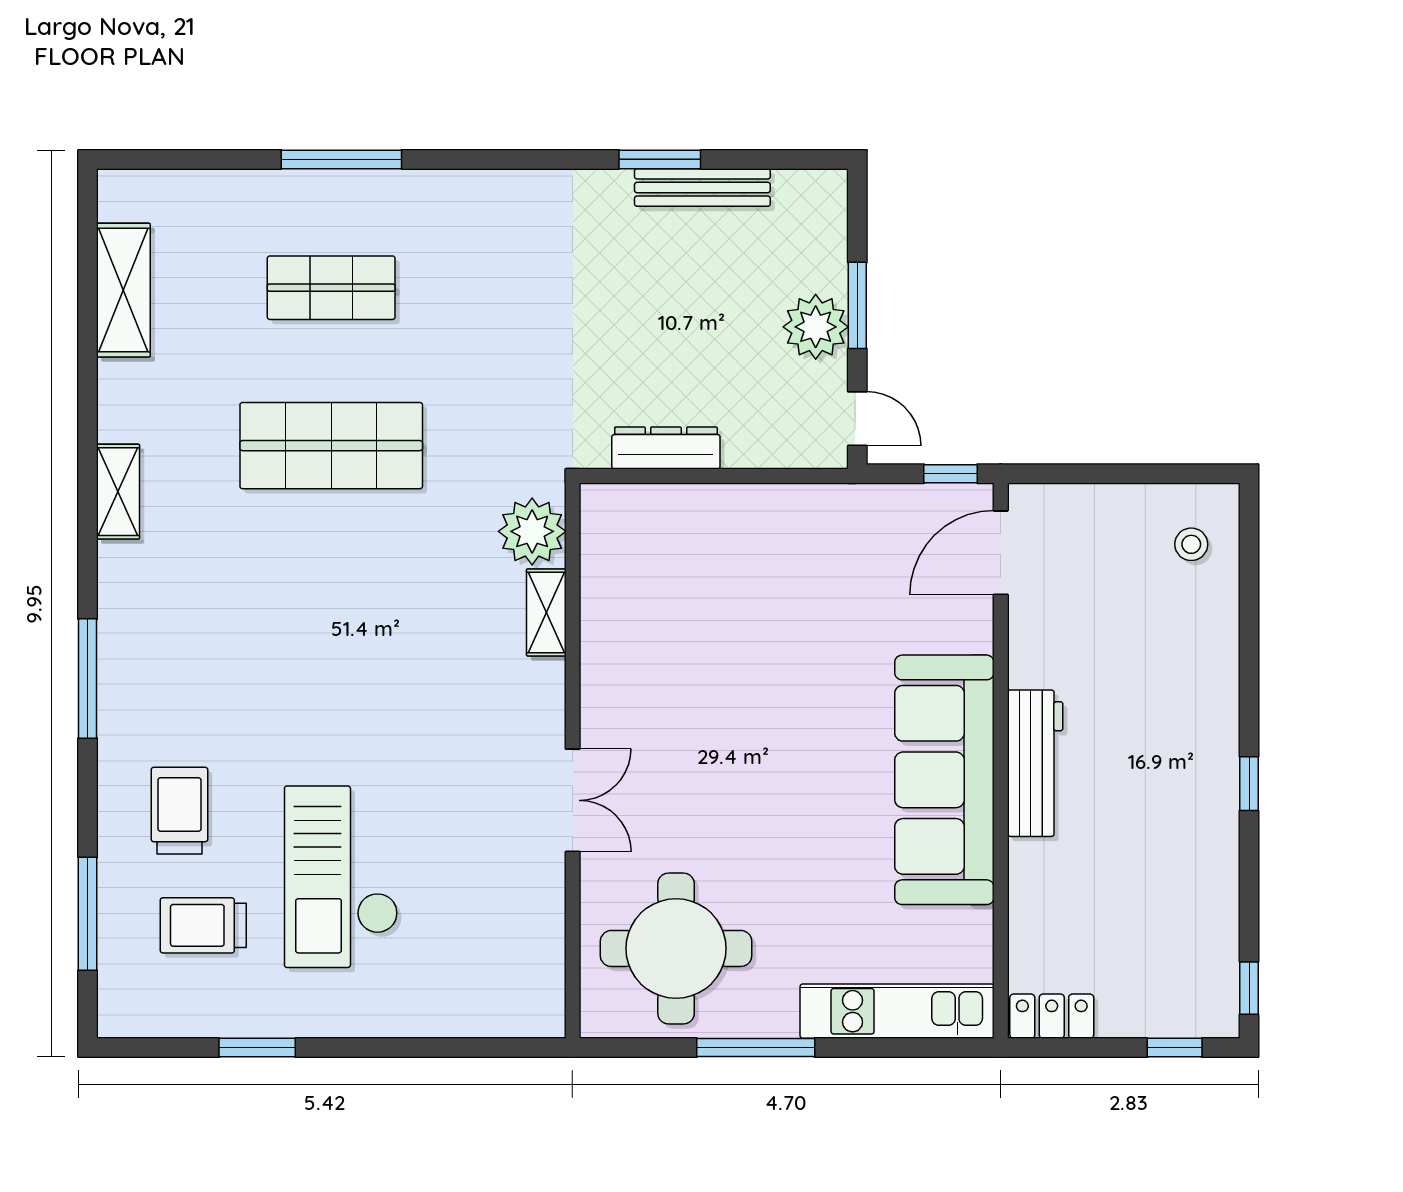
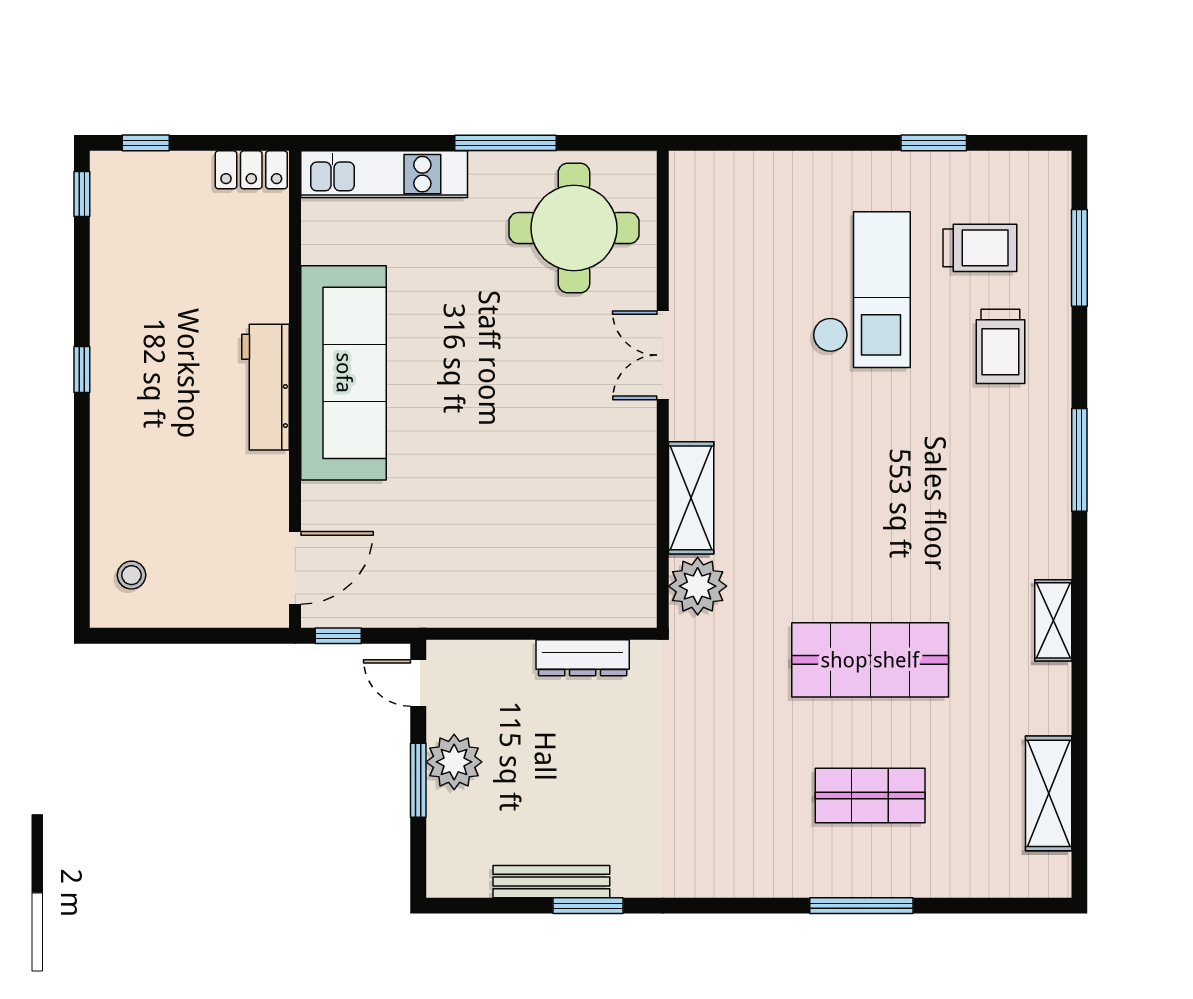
shelving: (546, 612) -> (691, 498), width x1.50, depth x1.33

